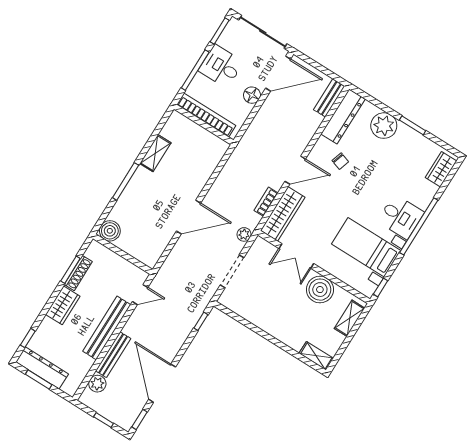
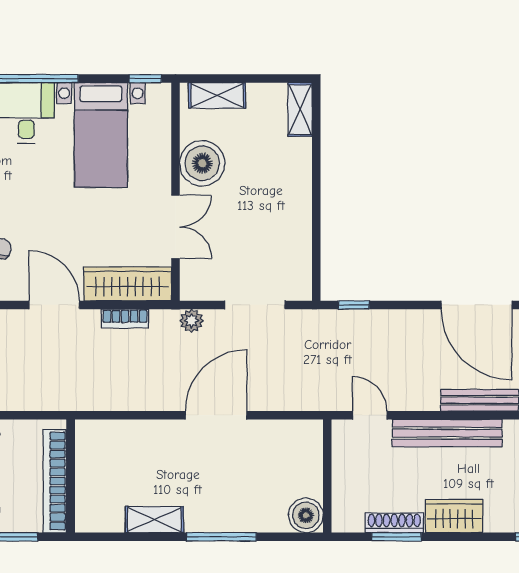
door: (188, 217) -> (216, 415), hinge flipped
door: (162, 383) -> (477, 305), hinge flipped

